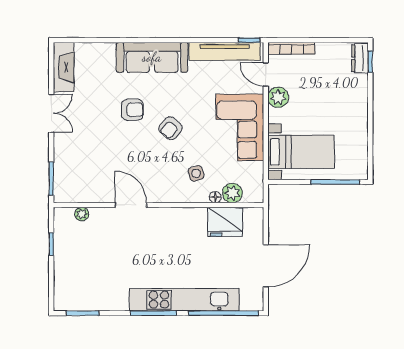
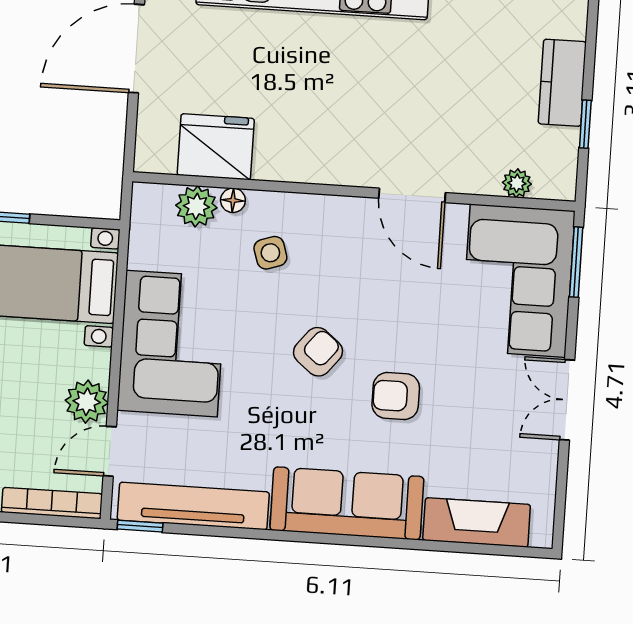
fireplace: (64, 67) -> (477, 522), moved, turned 90
door: (266, 75) -> (110, 451), swing flipped
corner sofa: (78, 168) -> (518, 281), added
kitchen counter: (63, 263) -> (562, 83), added

